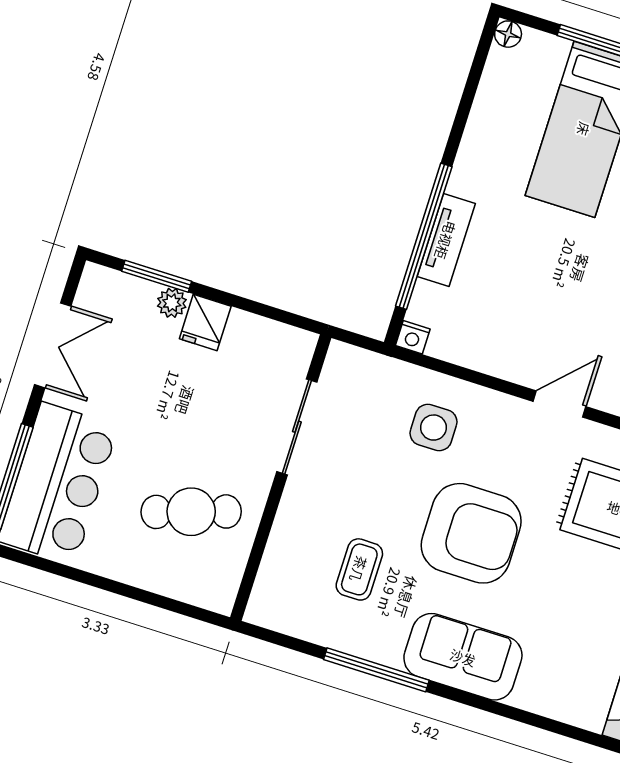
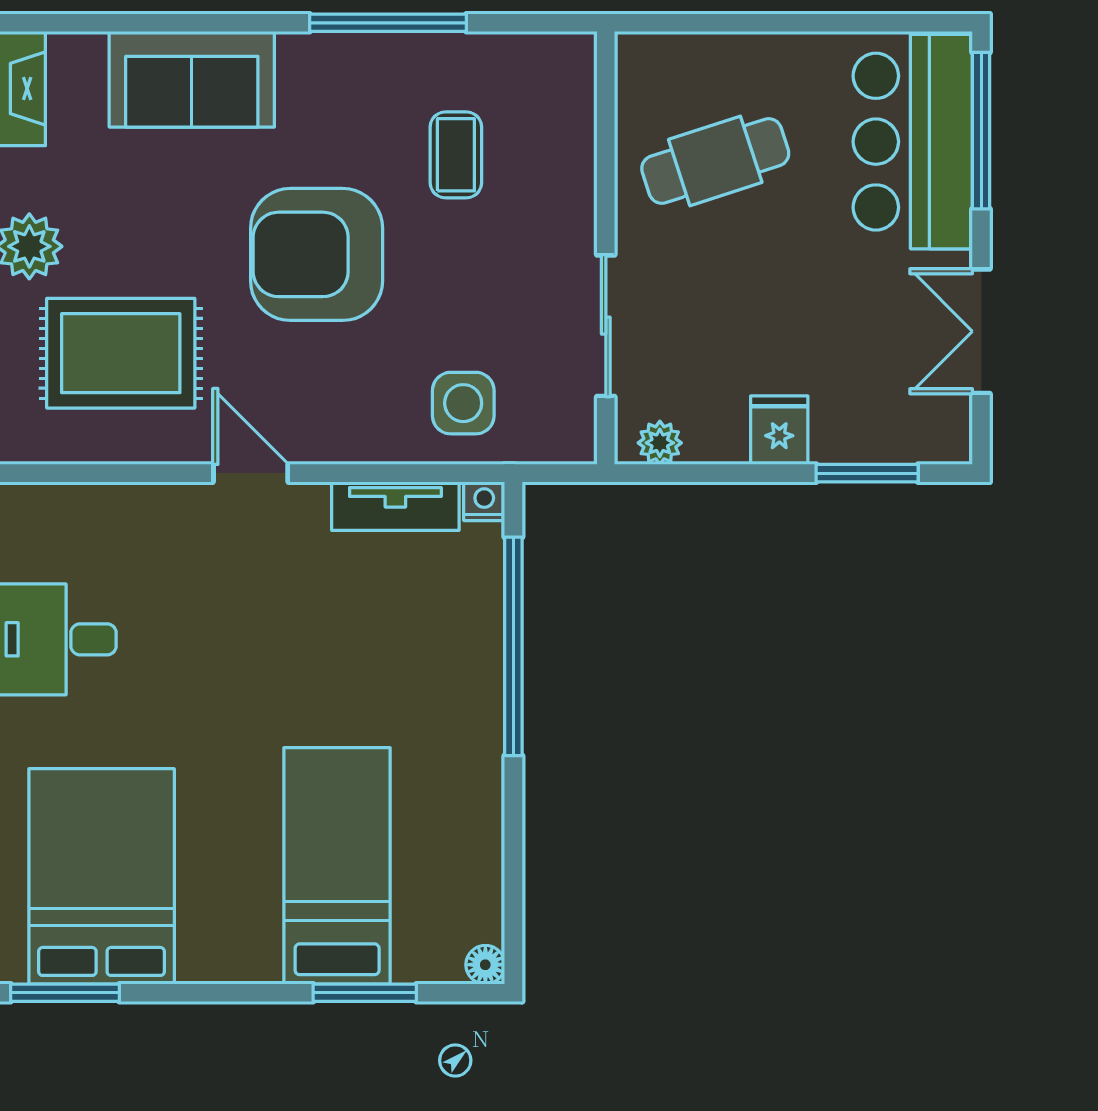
tv unit: (446, 240) -> (395, 506), moved, turned -90
plant: (172, 303) -> (660, 443), moved
door: (559, 404) -> (251, 473), swing flipped
side table: (433, 428) -> (463, 403), moved
sofa: (463, 657) -> (192, 79), moved

